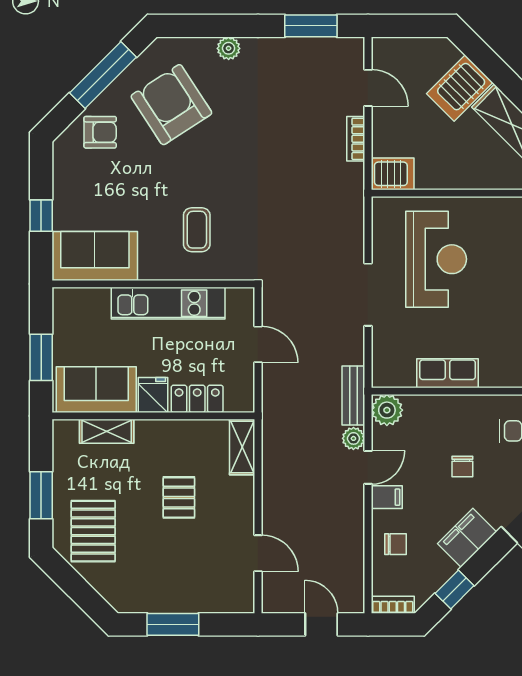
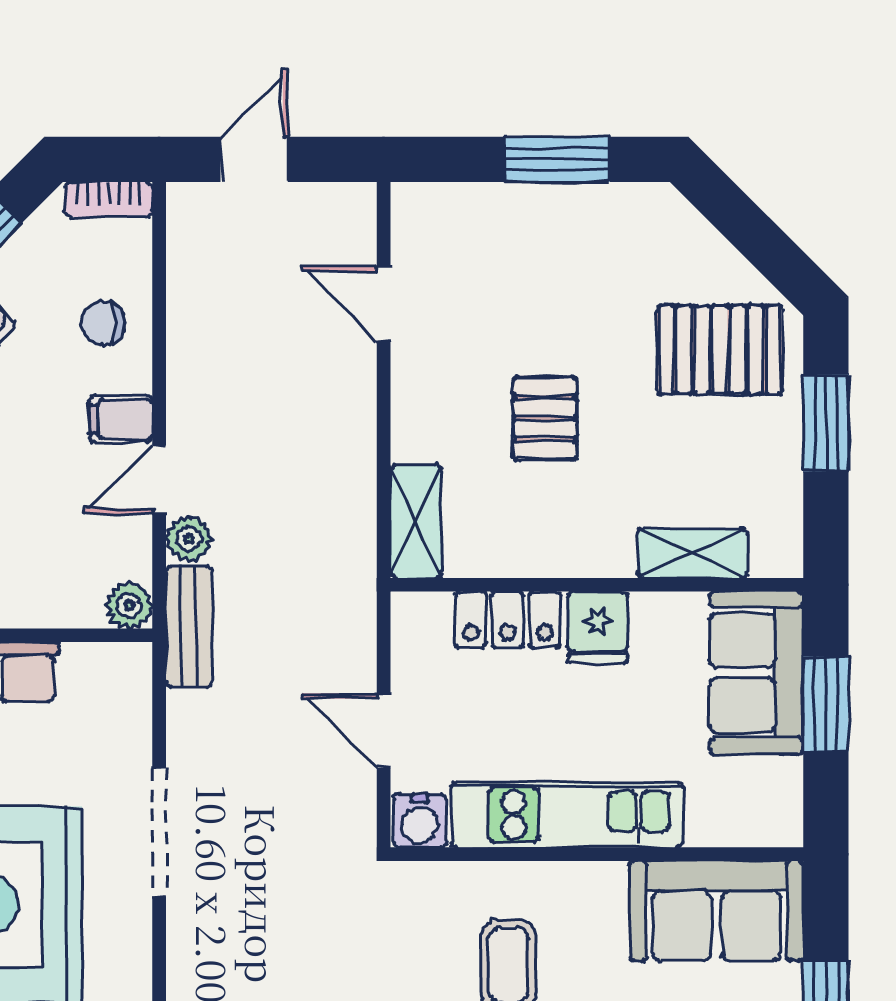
water cooler: (240, 300) -> (420, 821), added
sofa: (96, 390) -> (756, 673), moved, turned 90
plant: (387, 410) -> (129, 605), width x0.73, depth x0.73
pallet: (93, 531) -> (720, 350), turned 90
door: (321, 624) -> (254, 159), swing flipped

